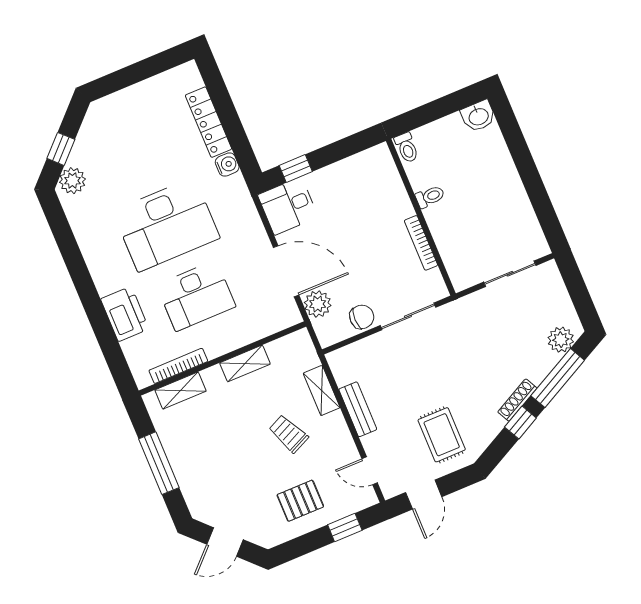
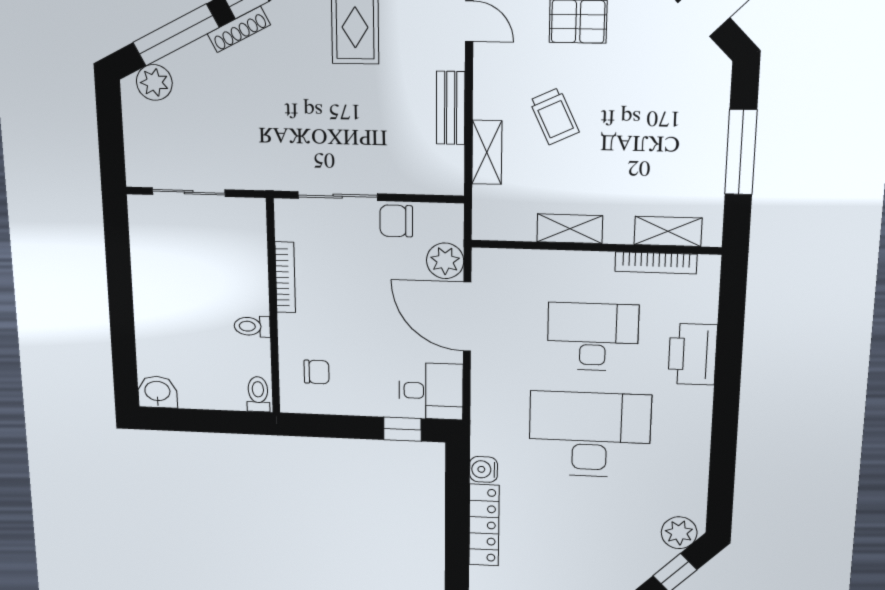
chair: (372, 183) -> (317, 372), added

